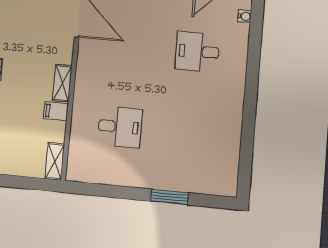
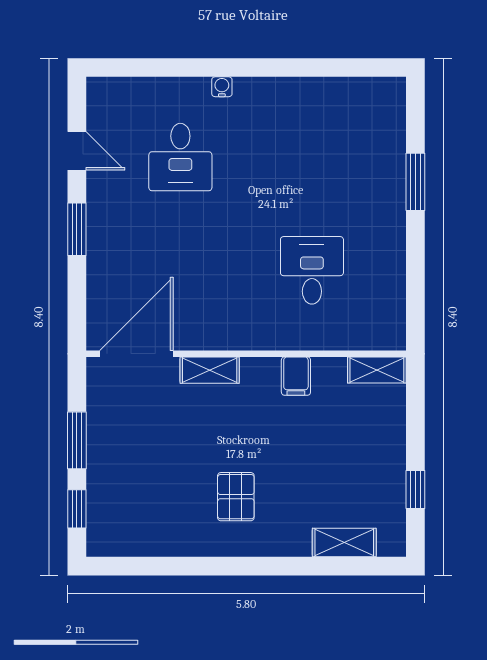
water cooler: (245, 16) -> (222, 87), moved
shelving: (62, 83) -> (210, 370), moved

